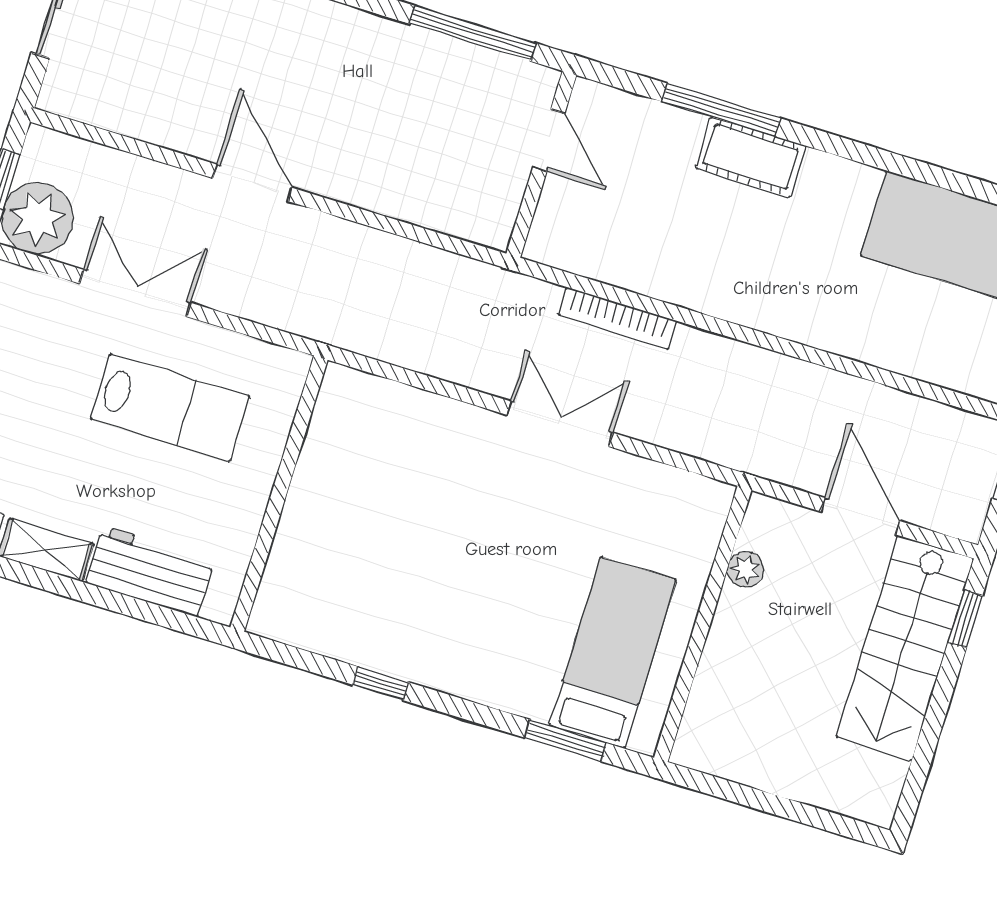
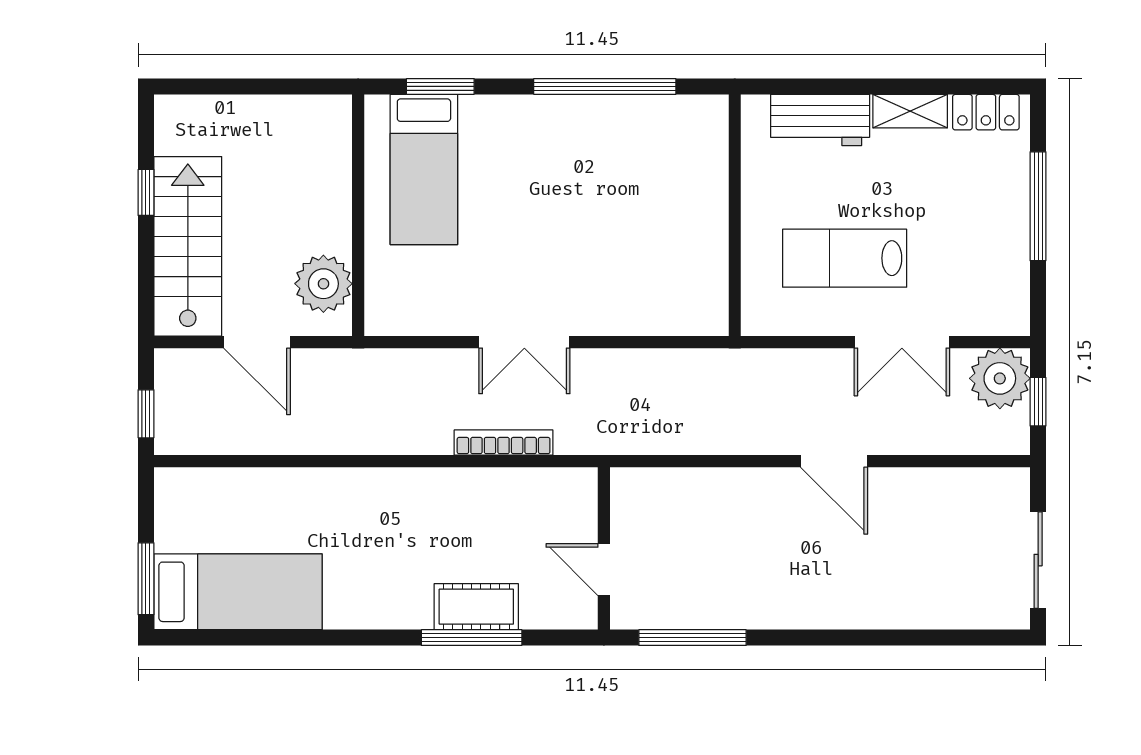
cot: (751, 157) -> (476, 607), moved
plant: (746, 569) -> (323, 284), width x1.87, depth x1.87
window: (965, 619) -> (146, 192), moved
window: (381, 683) -> (605, 86), width x3.17

